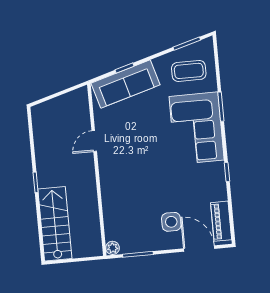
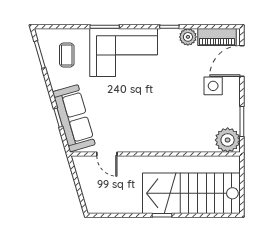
coffee table: (189, 71) -> (67, 55), width x0.73, depth x0.77
door: (94, 141) -> (107, 154), moved
plant: (218, 192) -> (188, 37), added
stairs: (55, 224) -> (191, 193), width x1.36, depth x1.51
plant: (113, 248) -> (228, 140), width x1.87, depth x1.87

